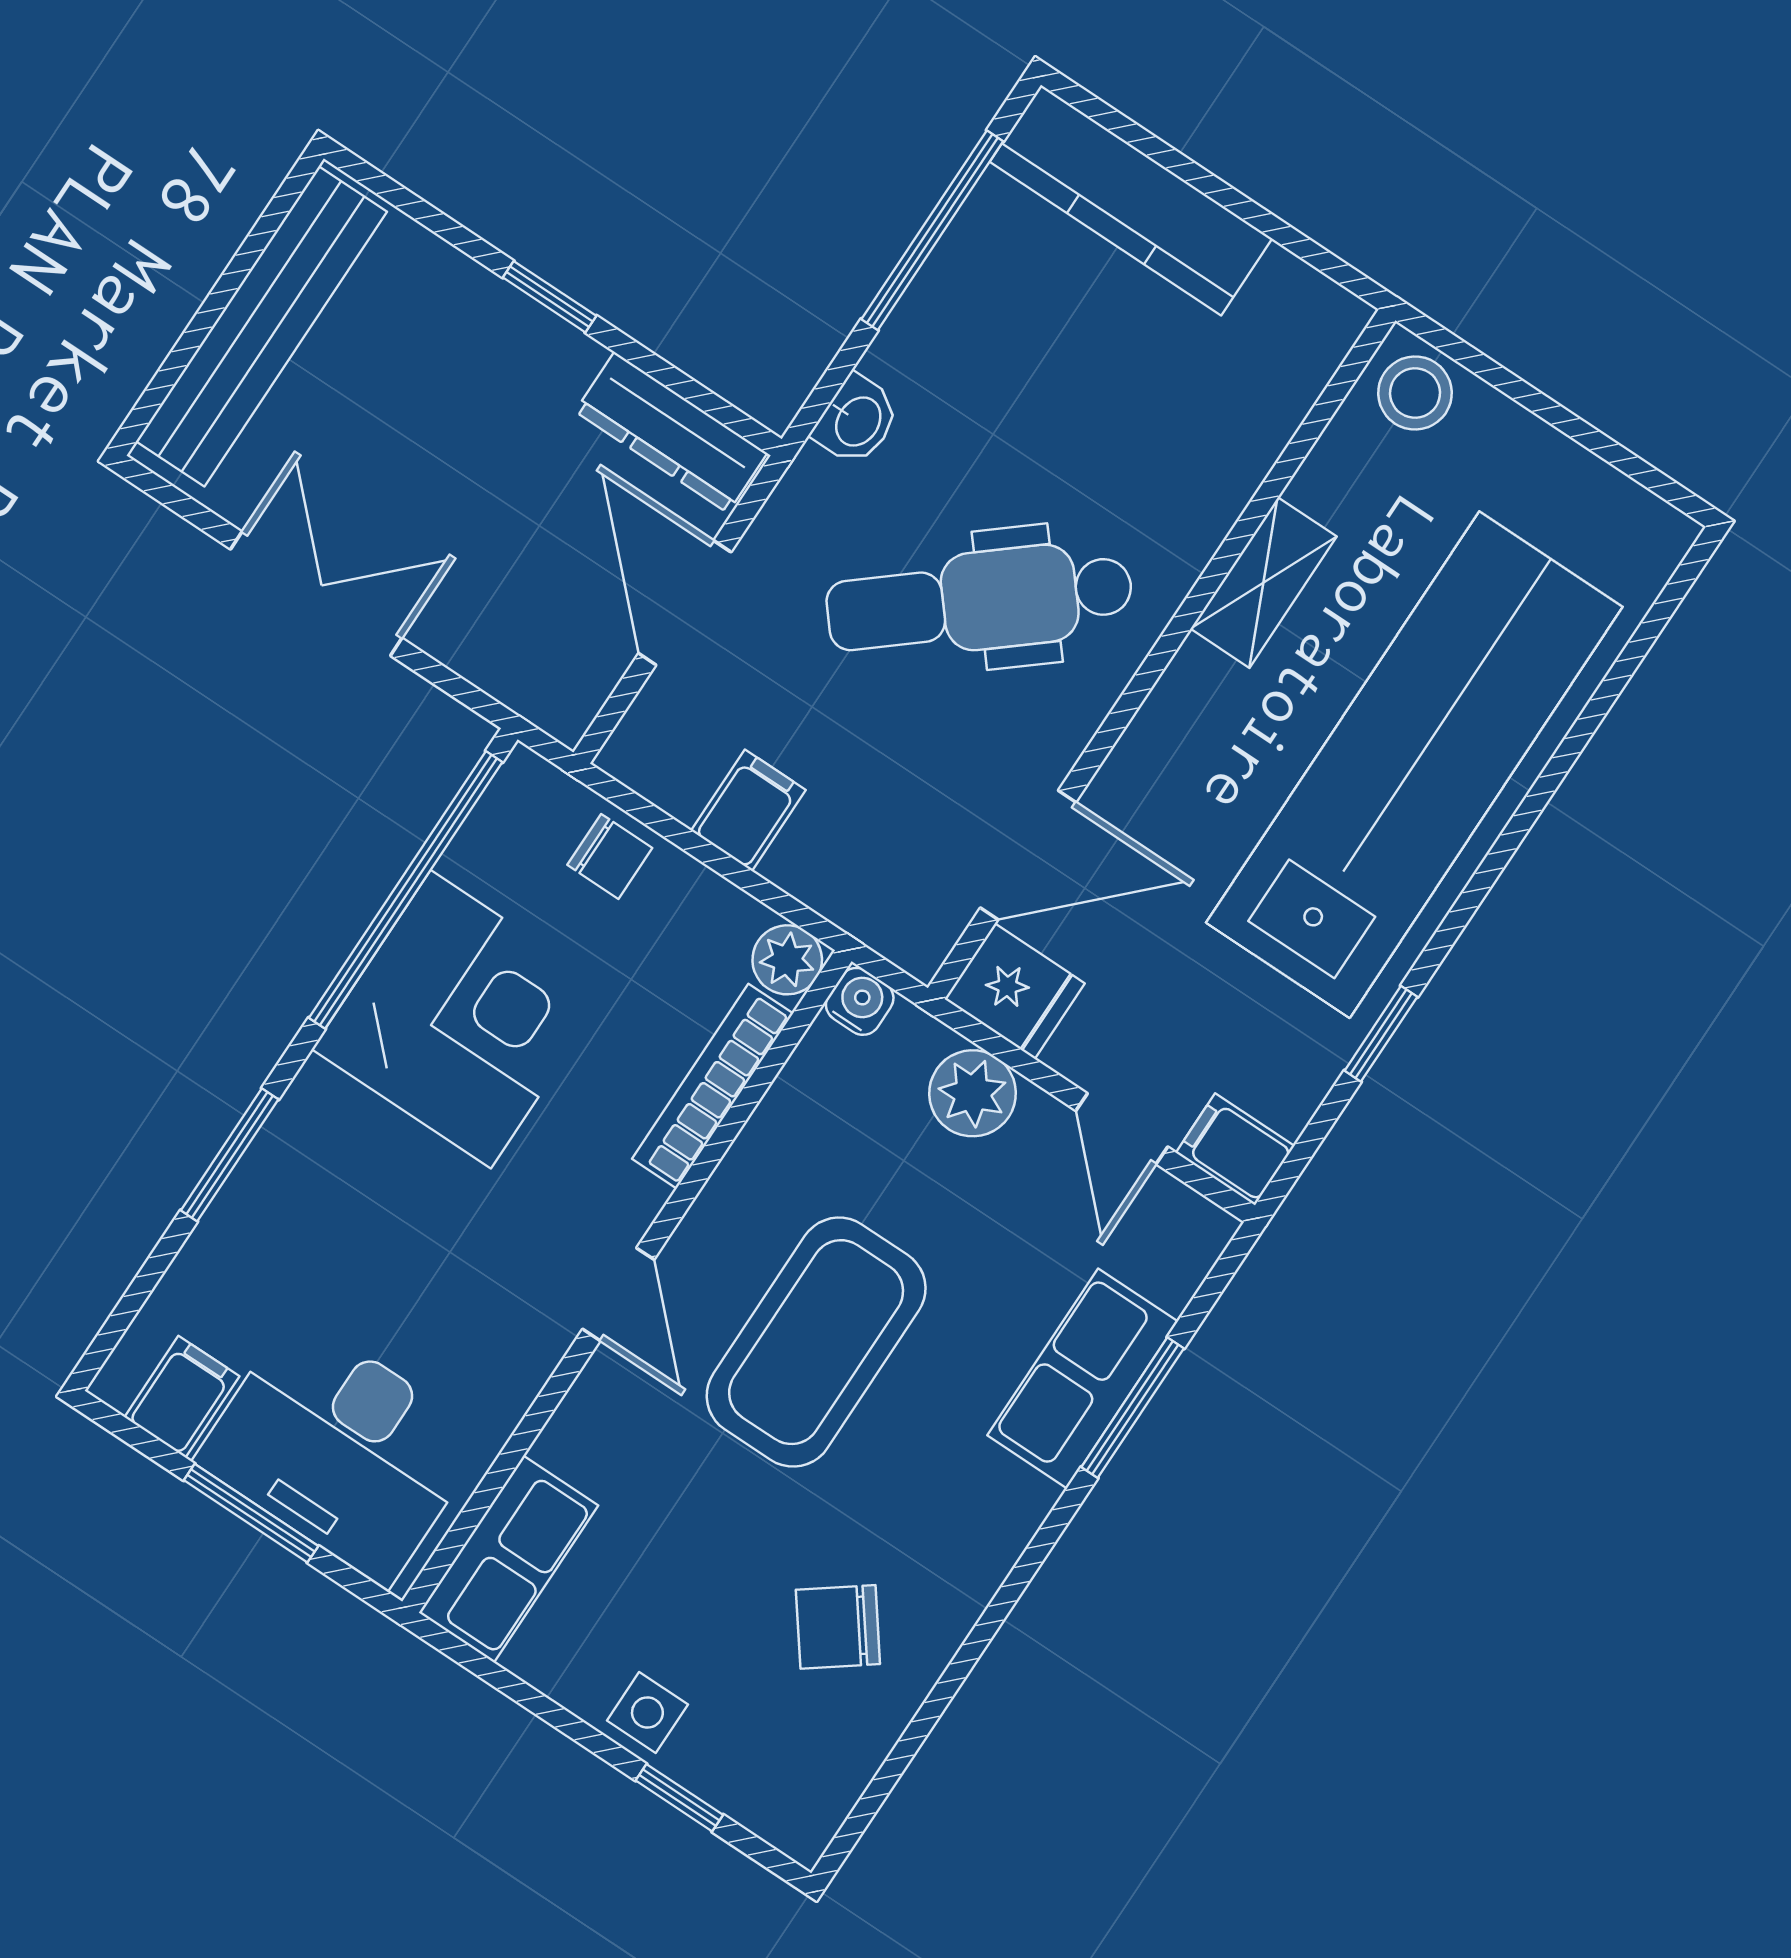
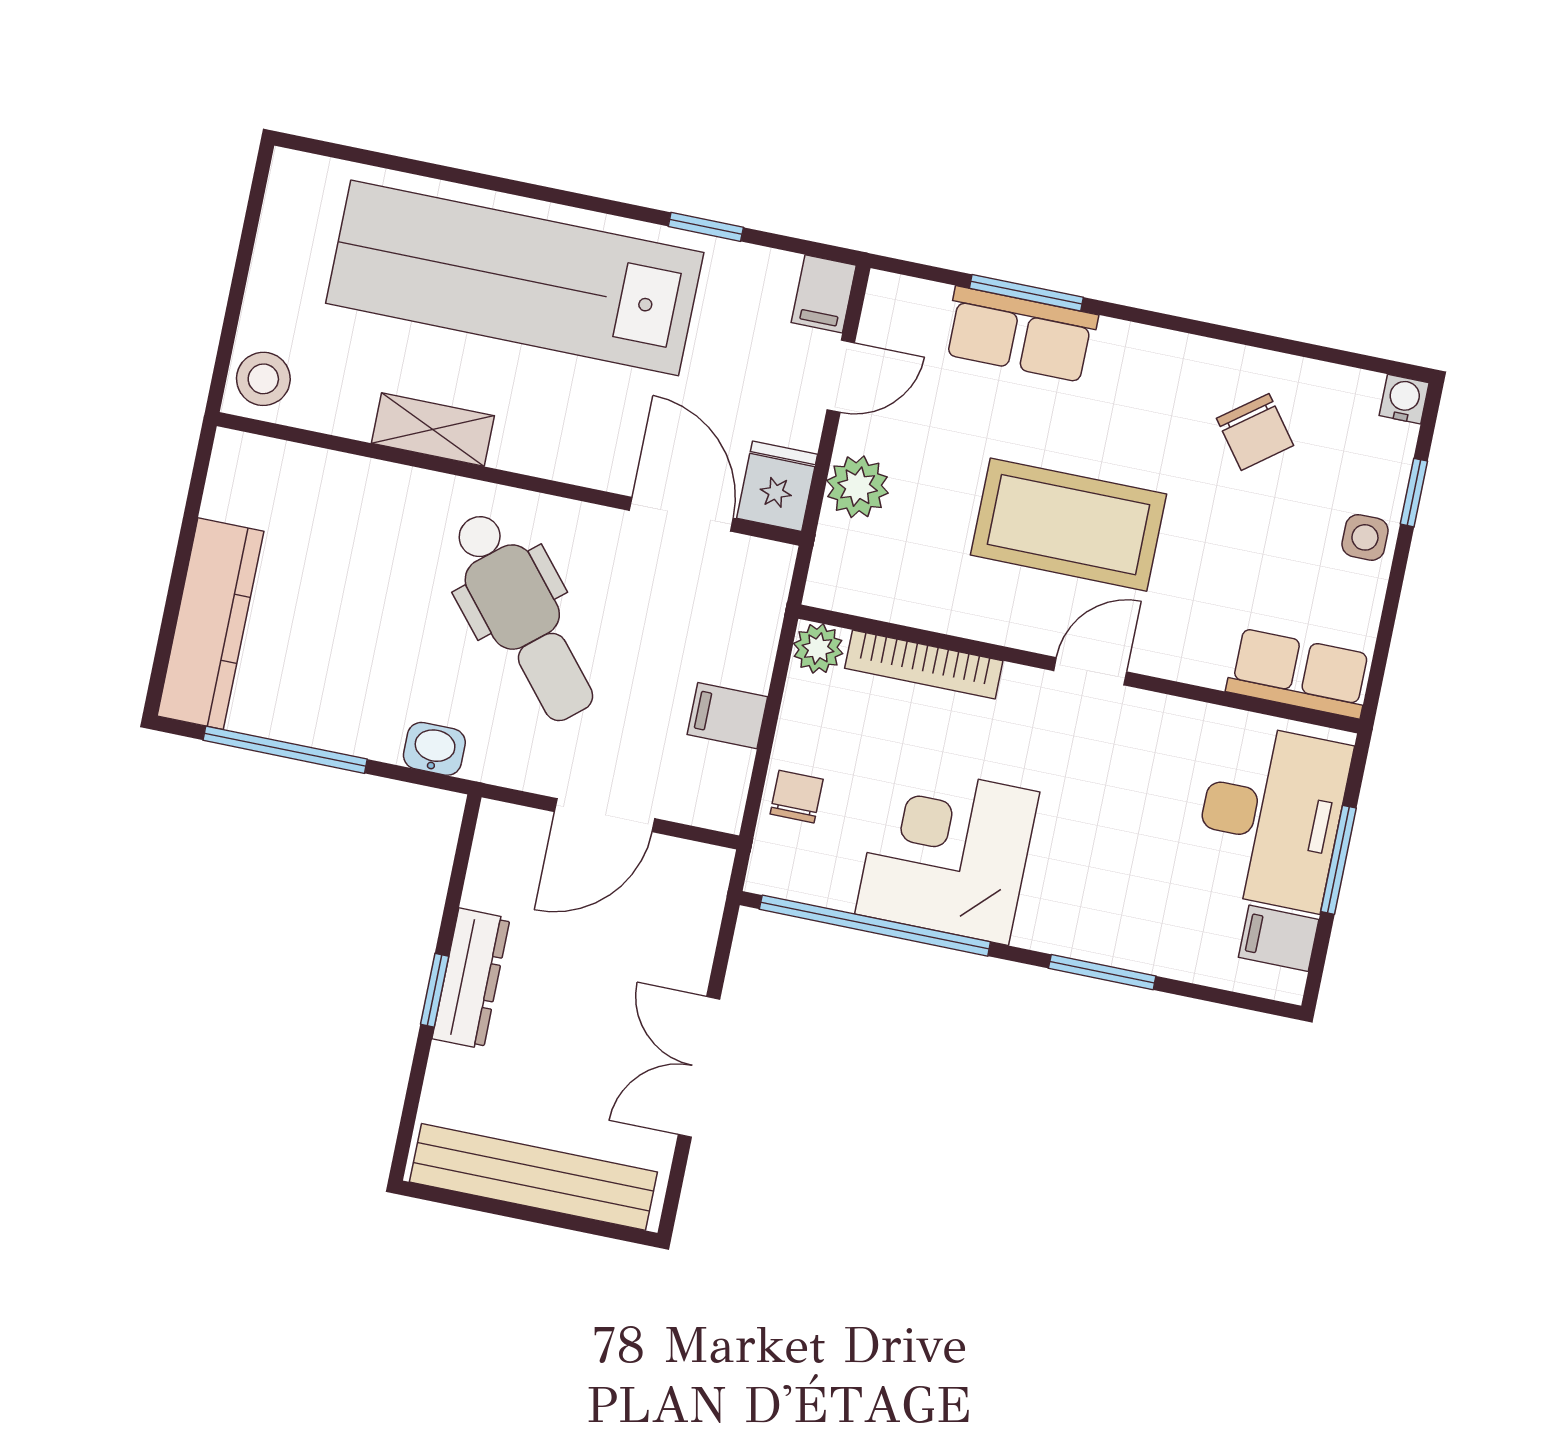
dresser: (671, 432) -> (471, 978), moved
water cooler: (860, 1001) -> (1404, 399), moved, turned 90

